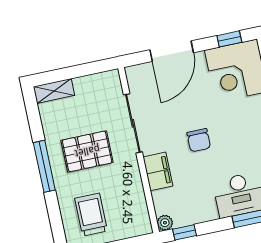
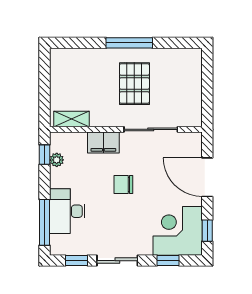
shelving: (54, 91) -> (71, 119), moved, turned 90
trolley: (91, 215) -> (78, 75), removed
plant: (165, 223) -> (57, 160), moved

